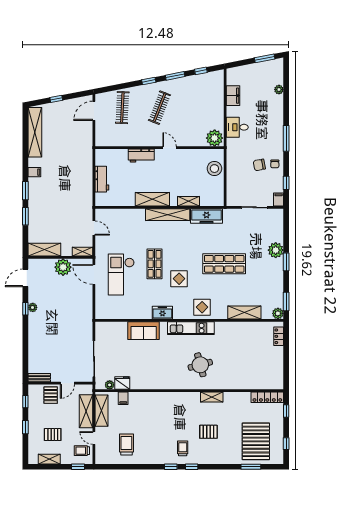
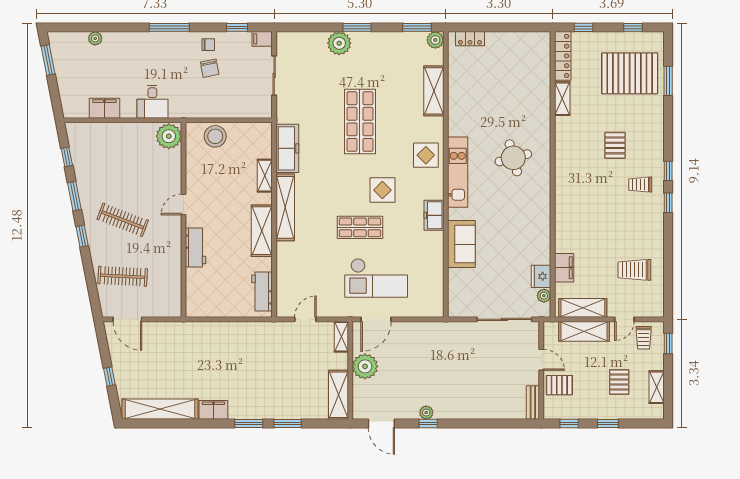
filing cabinet: (34, 172) -> (213, 410), width x2.00
workbench: (102, 179) -> (262, 291), moved, turned -90
shelving: (212, 397) -> (562, 99), moved
filing cabinet: (123, 398) -> (564, 268), width x2.00

